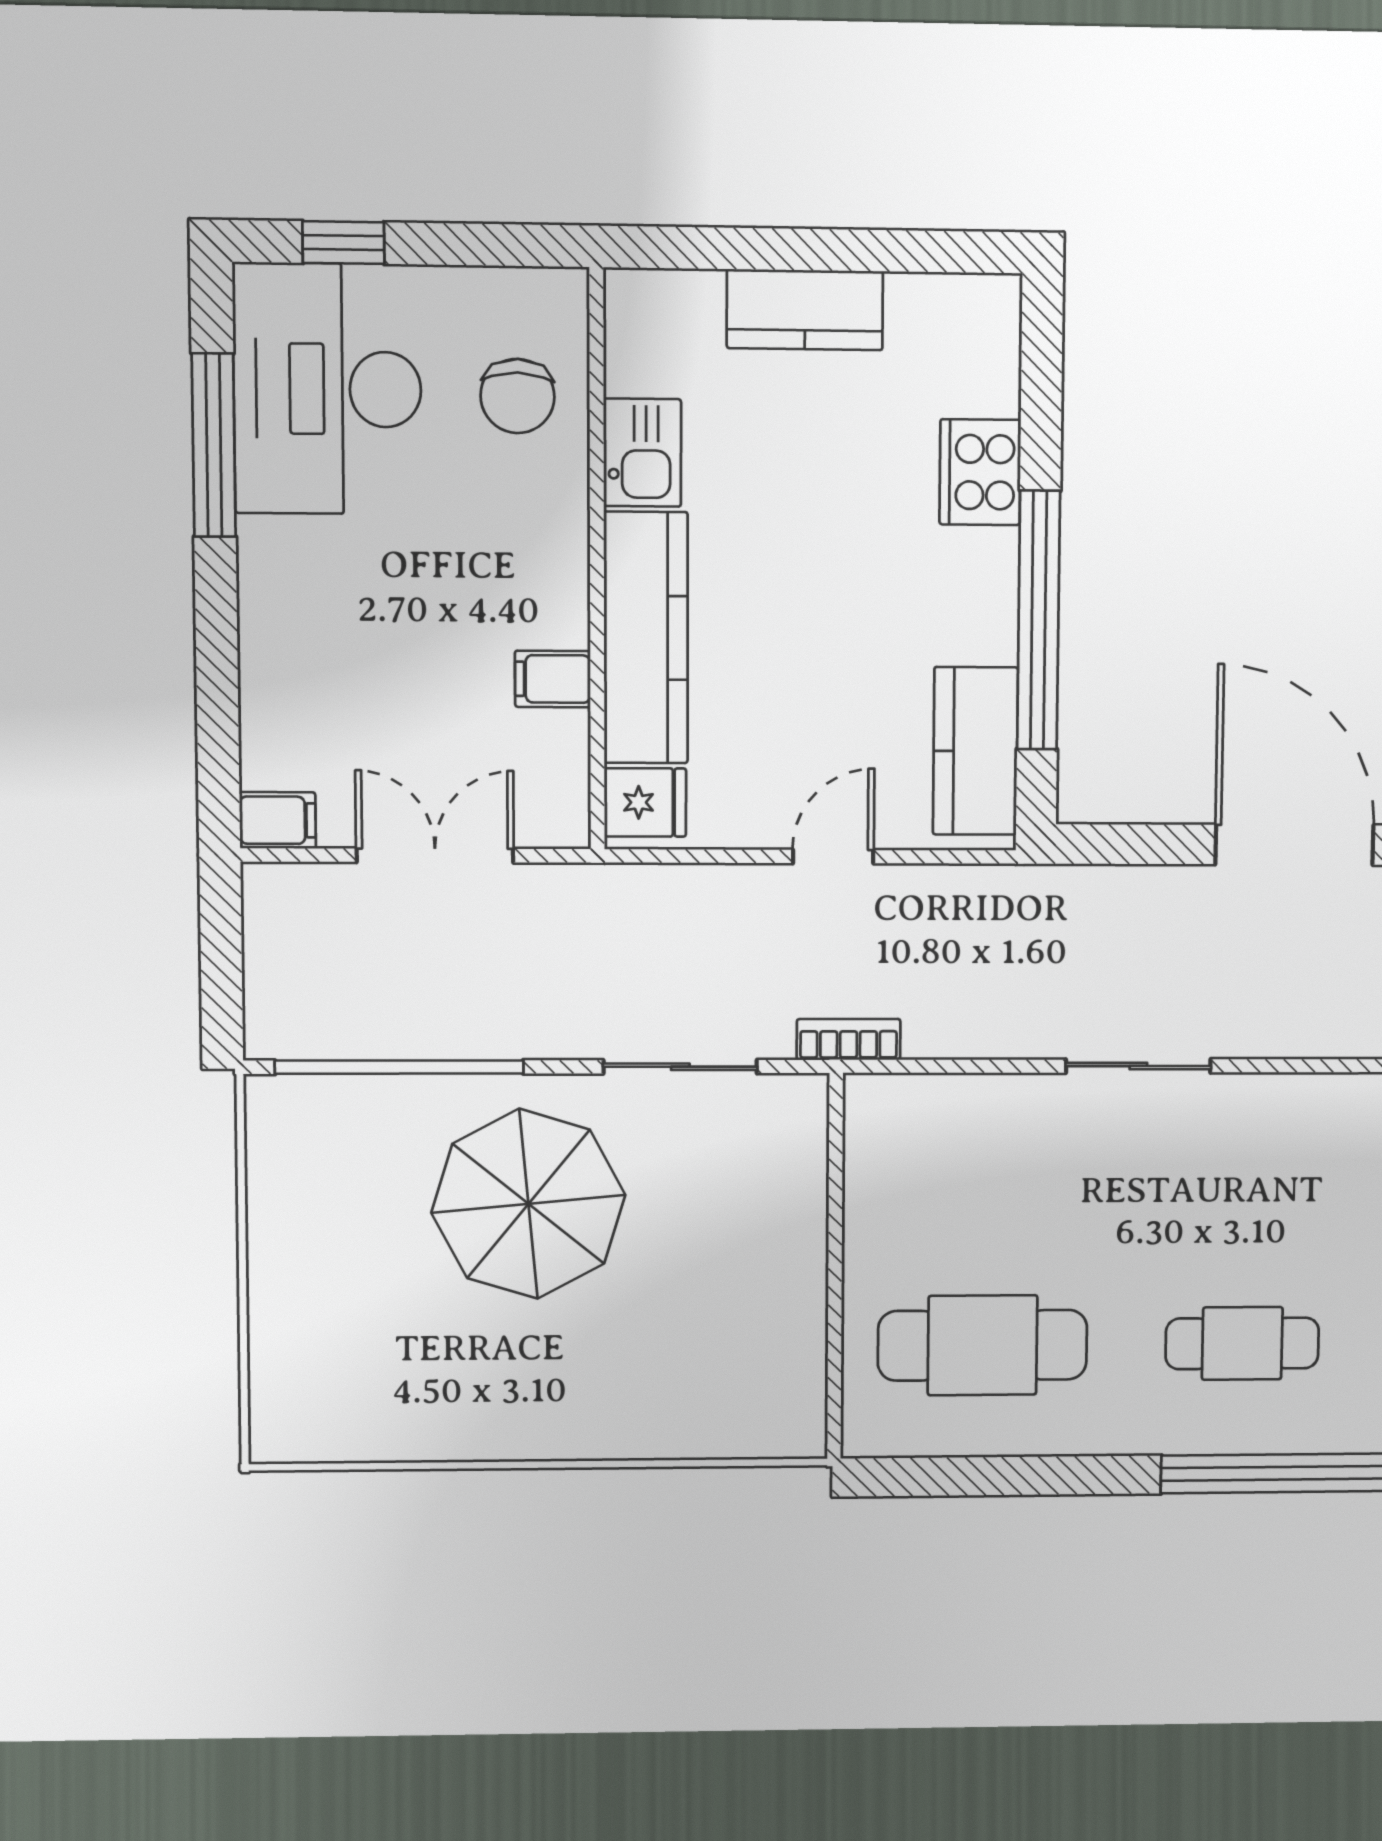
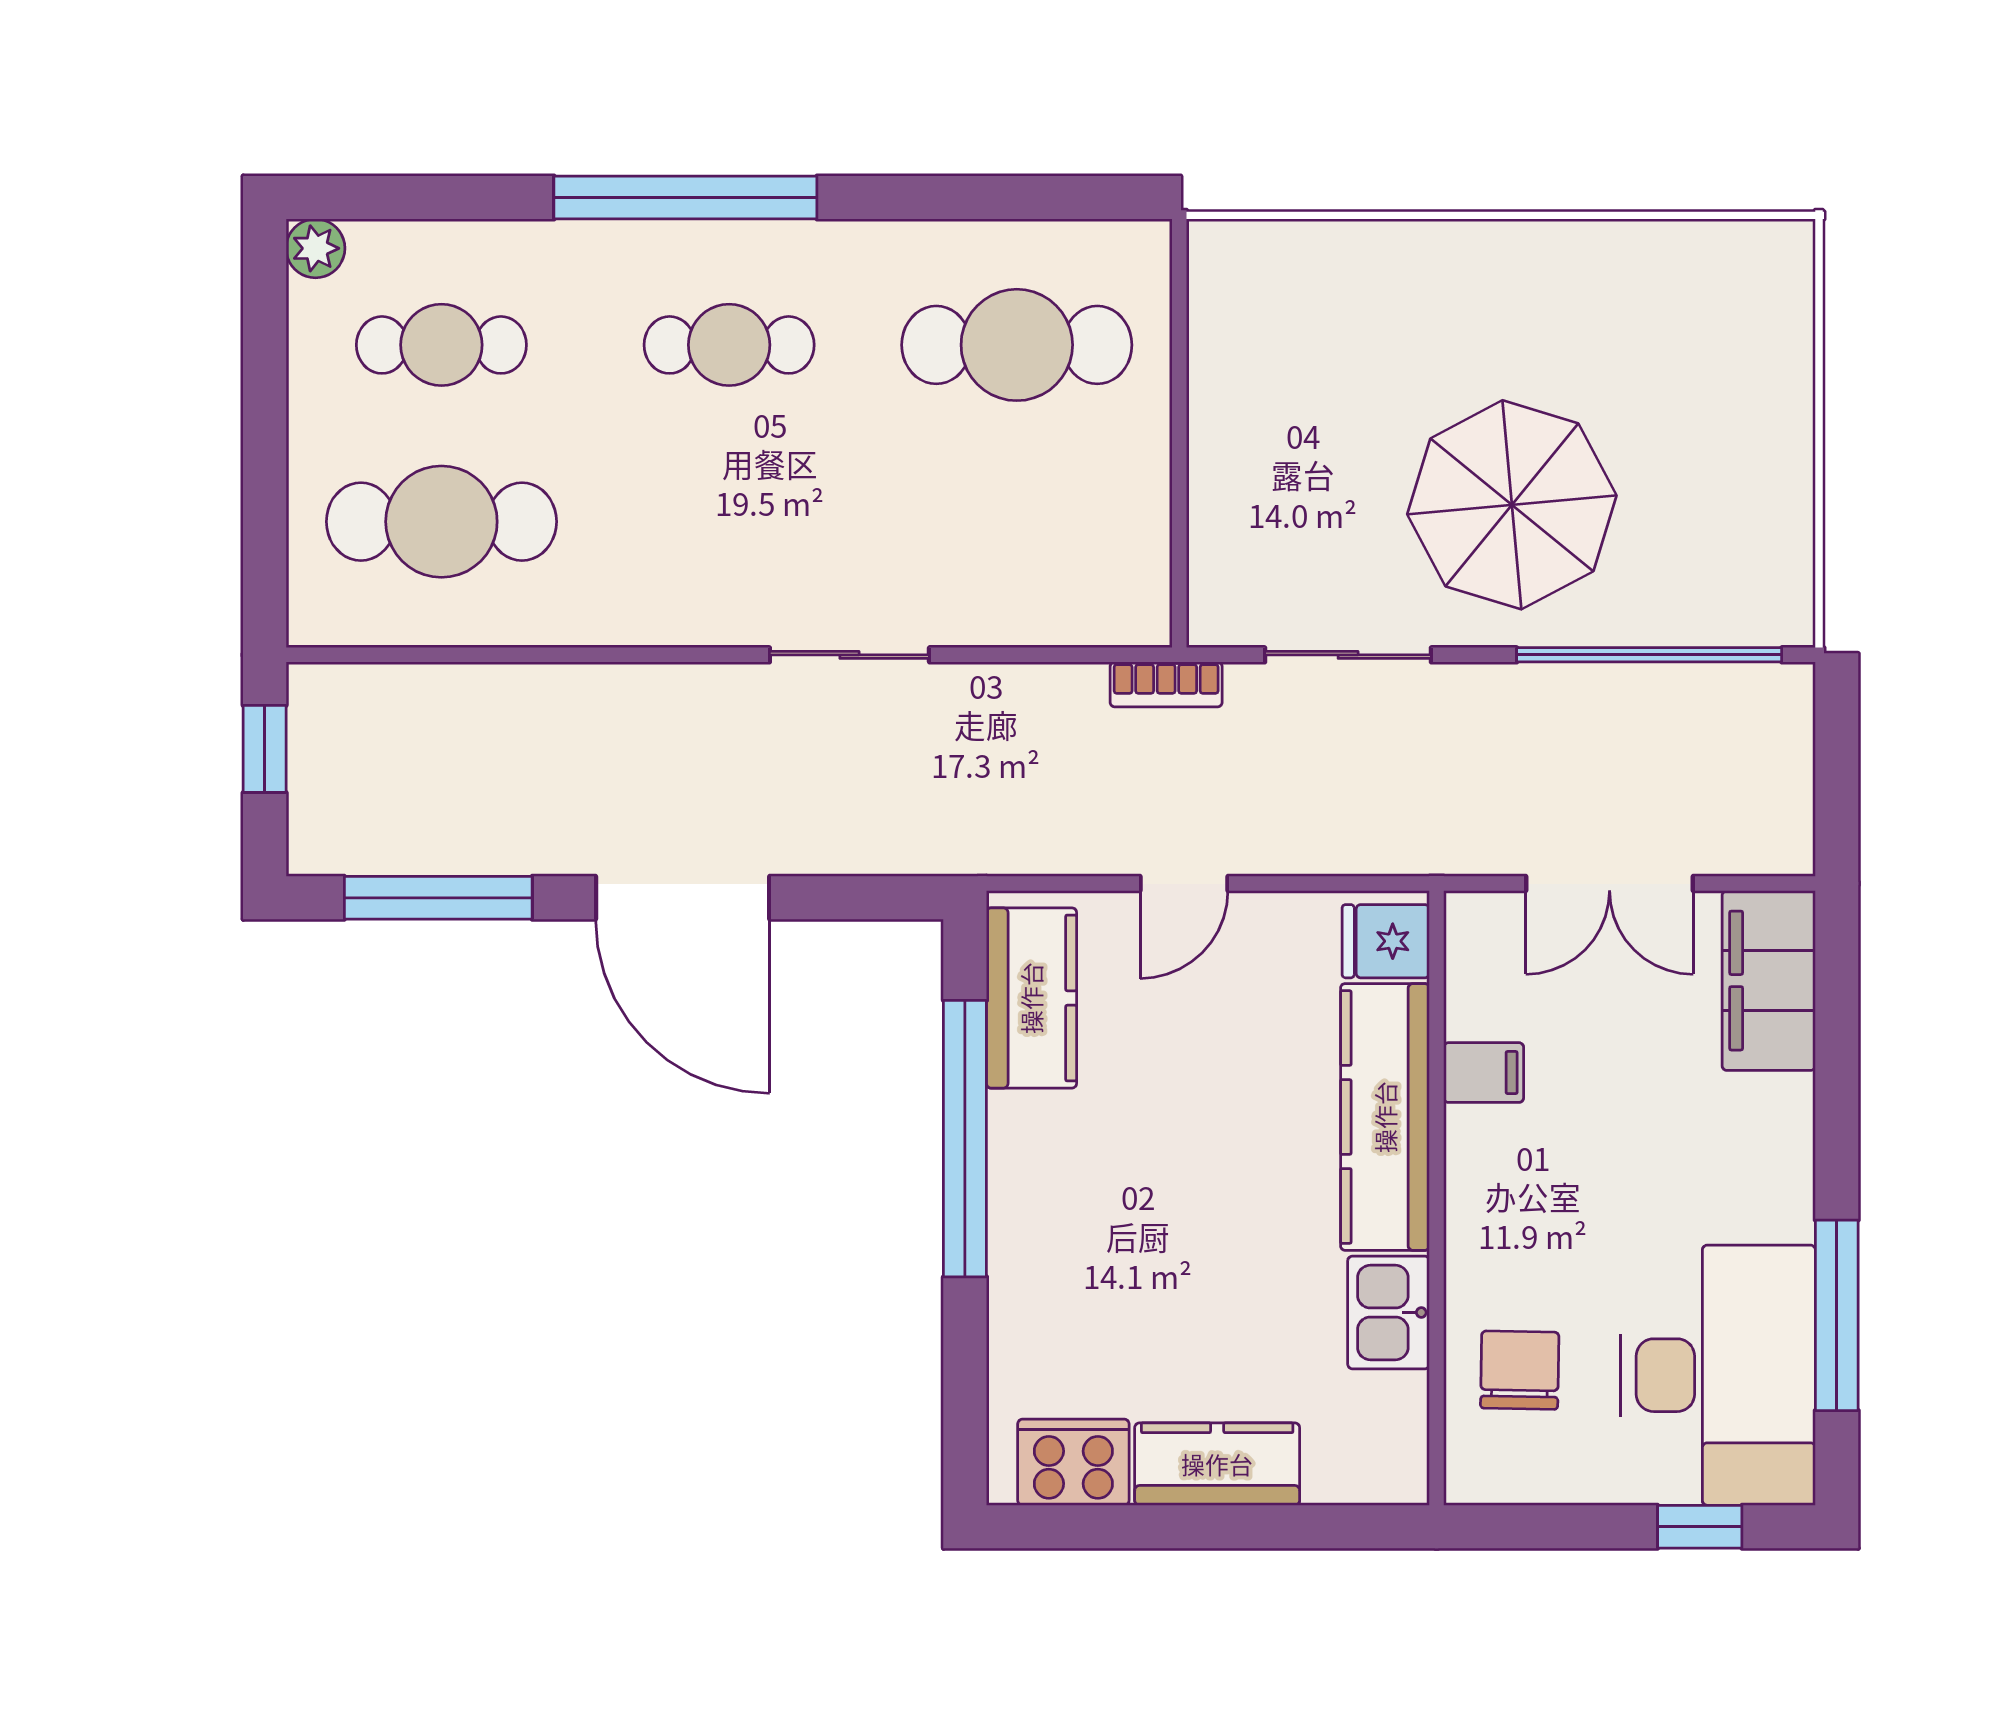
cooker: (980, 472) -> (1073, 1462), moved, turned -90
filing cabinet: (278, 820) -> (1769, 981), width x3.00, depth x1.17

